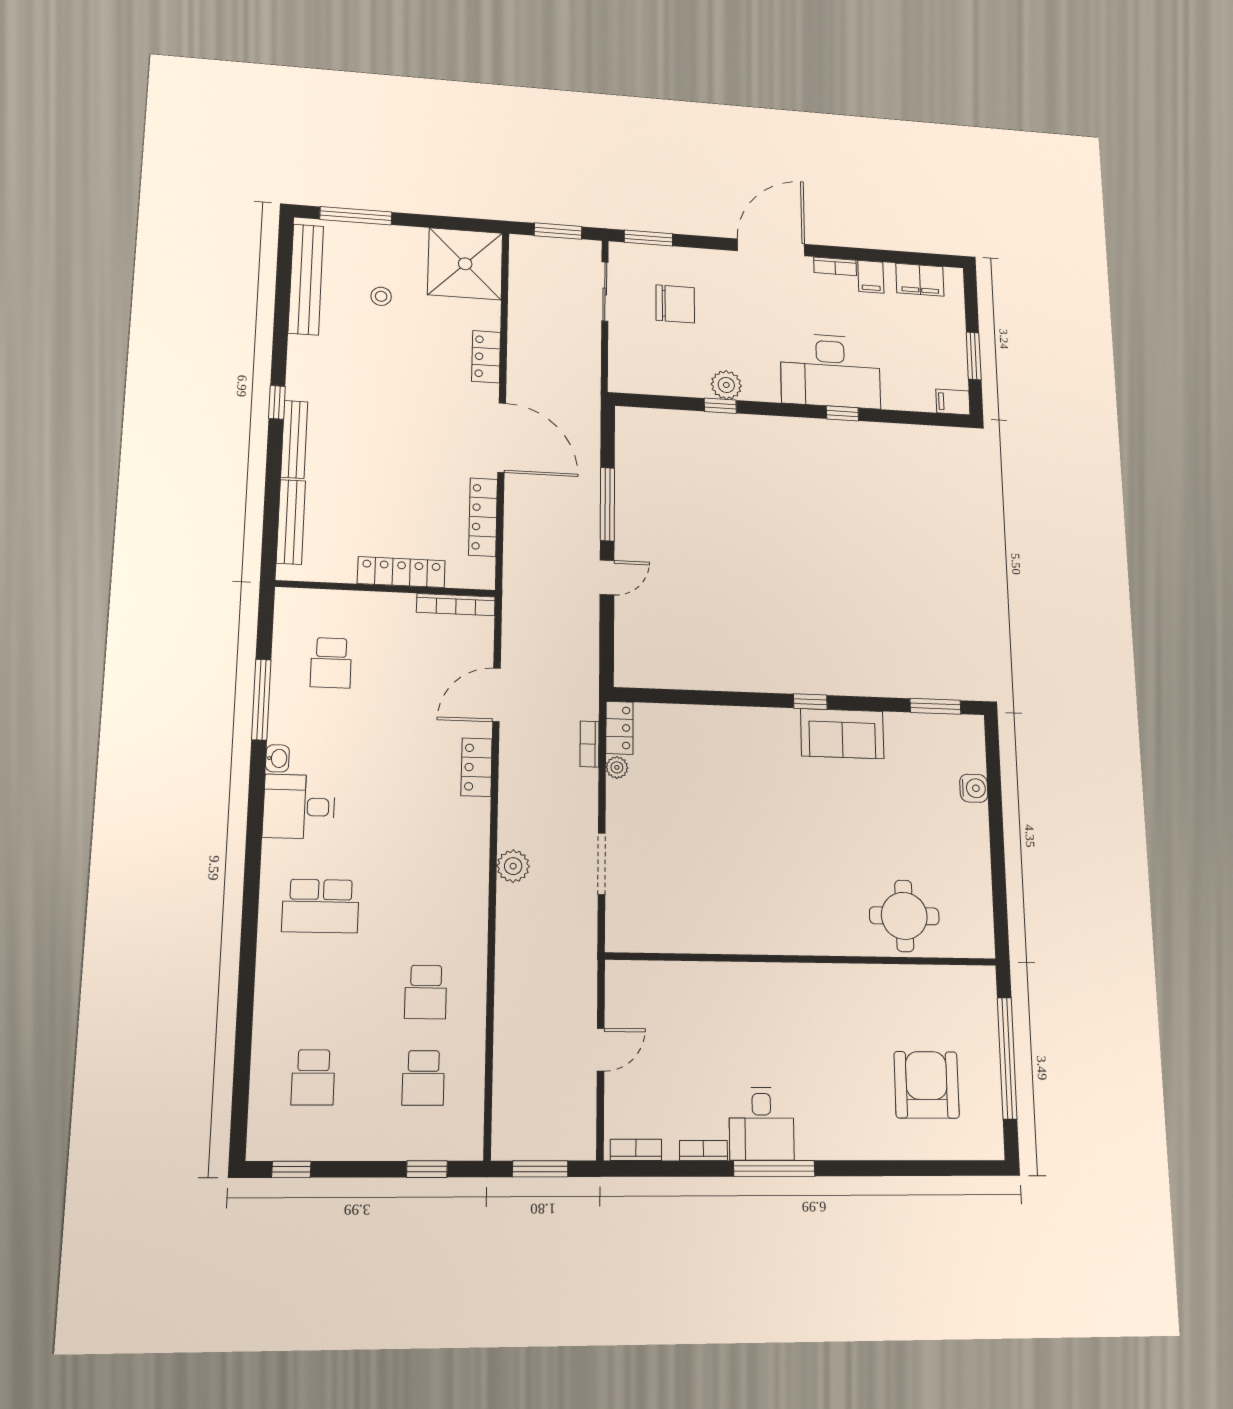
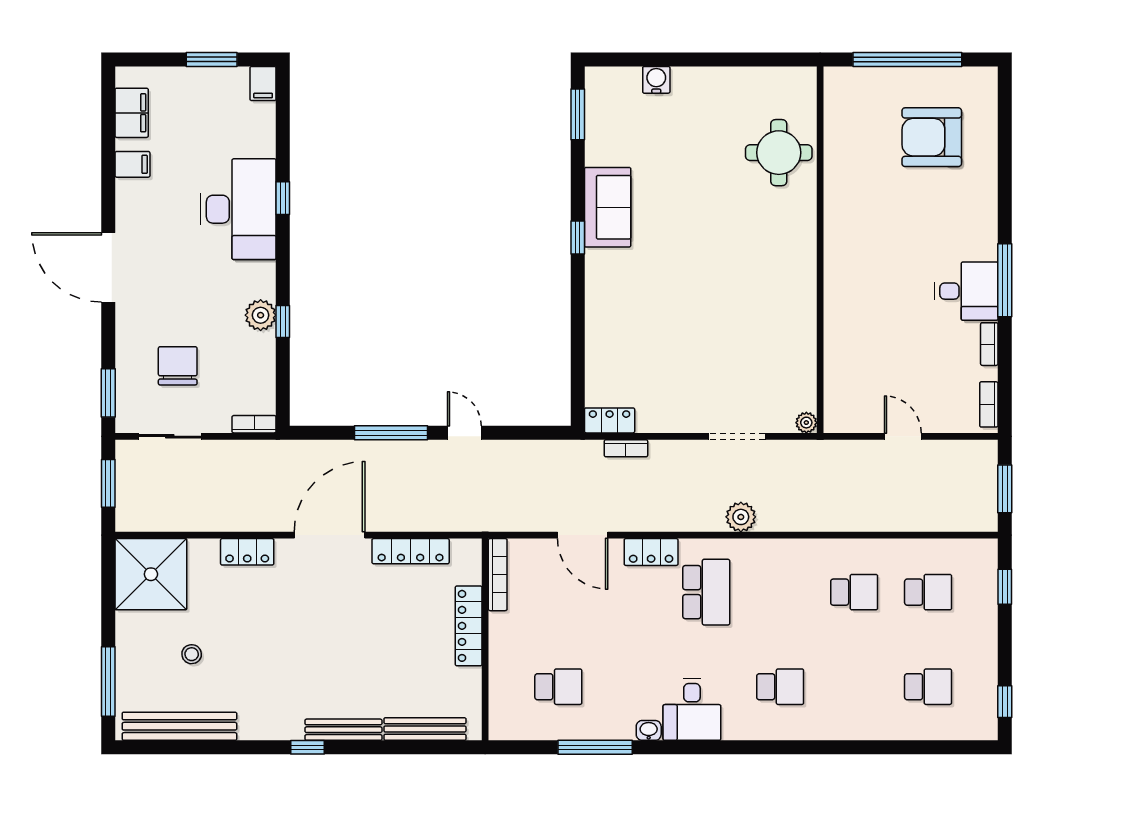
bookcase: (835, 266) -> (254, 424), moved, turned -90
plant: (617, 767) -> (806, 423), moved
school desk: (431, 826) -> (706, 592), added
school desk: (320, 906) -> (780, 687), width x0.54

